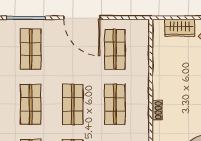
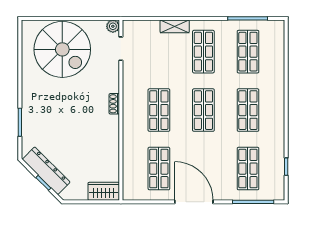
wardrobe: (180, 28) -> (104, 191), moved

